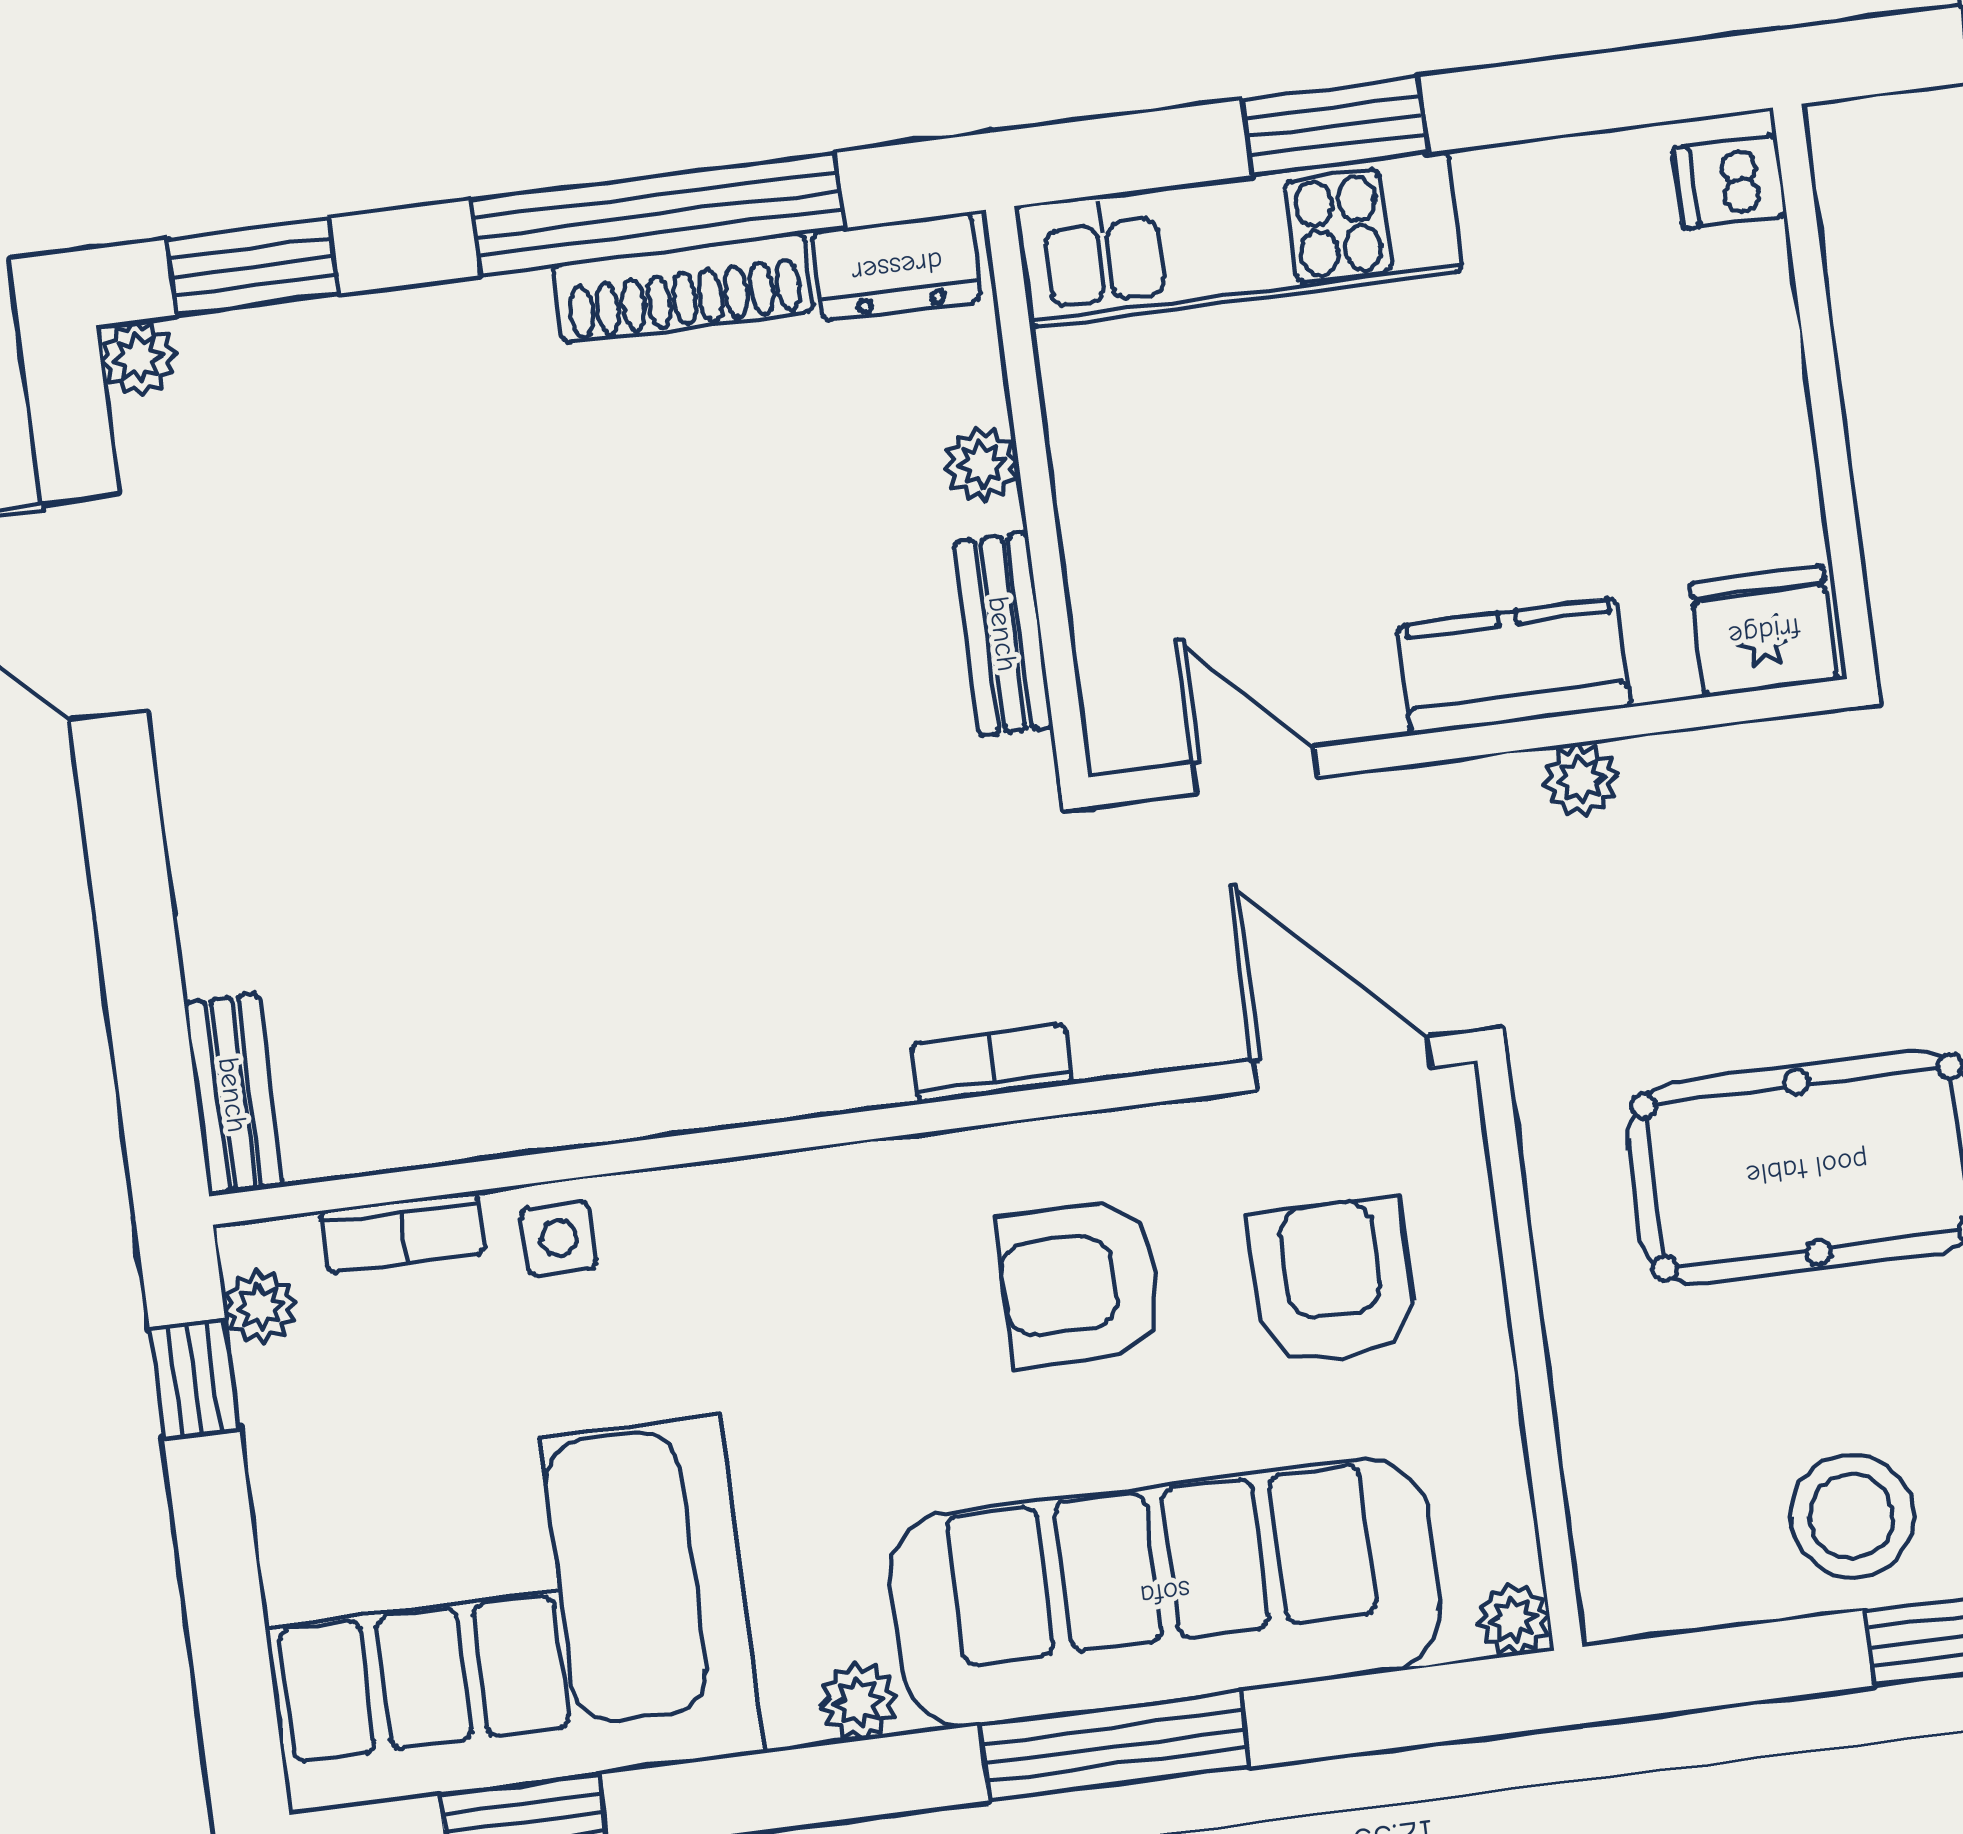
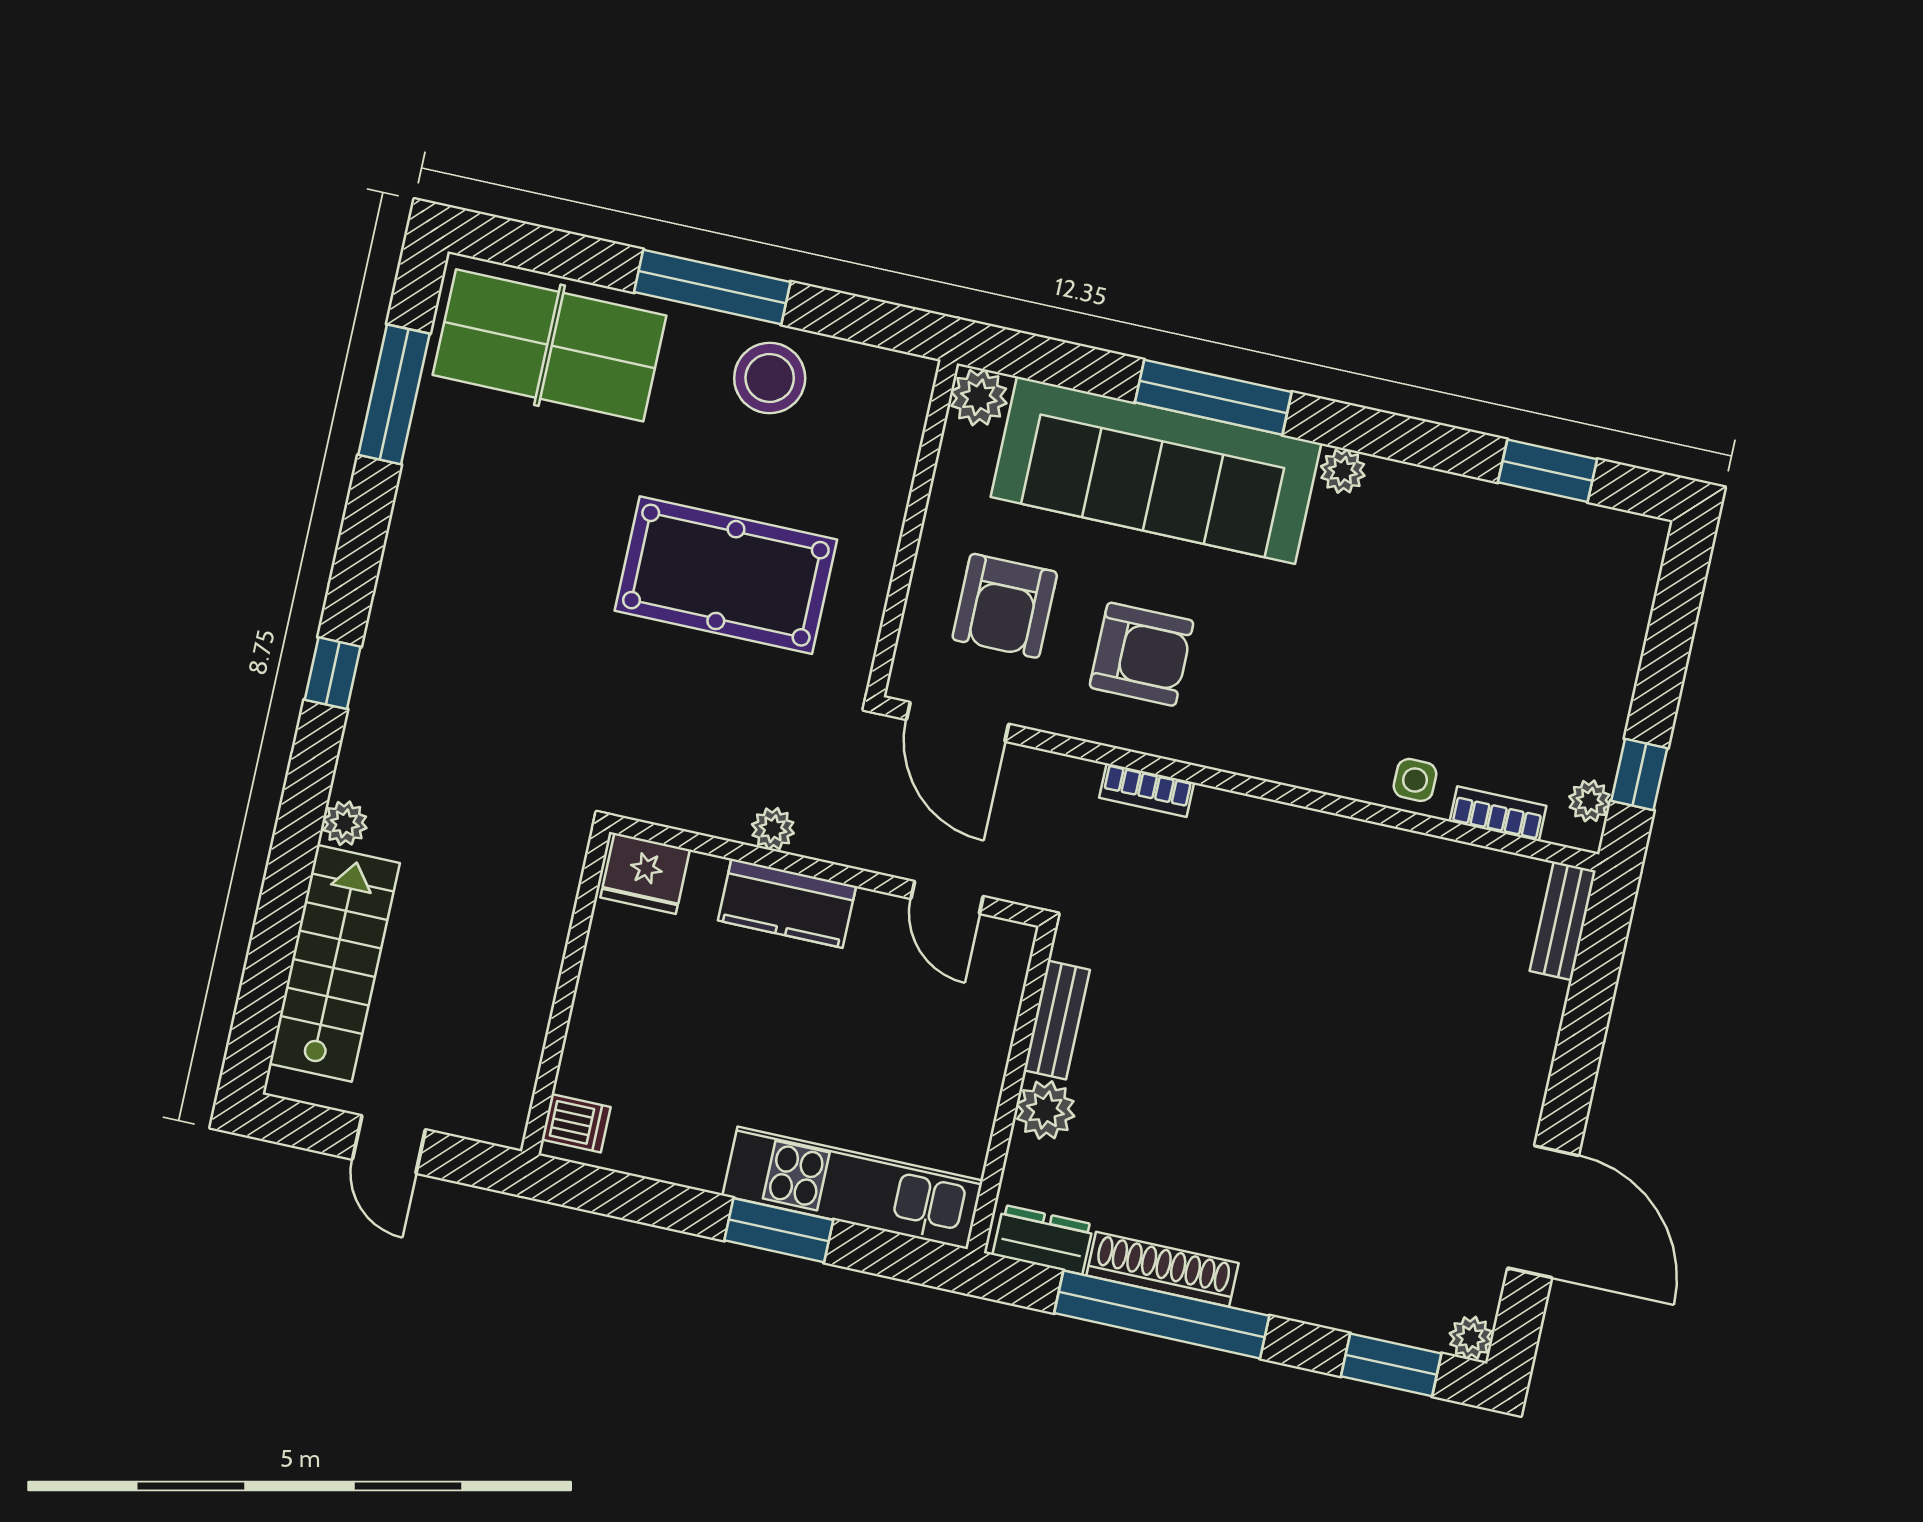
plant: (981, 464) -> (1045, 1110), width x1.38, depth x1.38
corner sofa: (505, 1615) -> (1517, 587), removed
plant: (1514, 1619) -> (979, 397), width x1.38, depth x1.38

